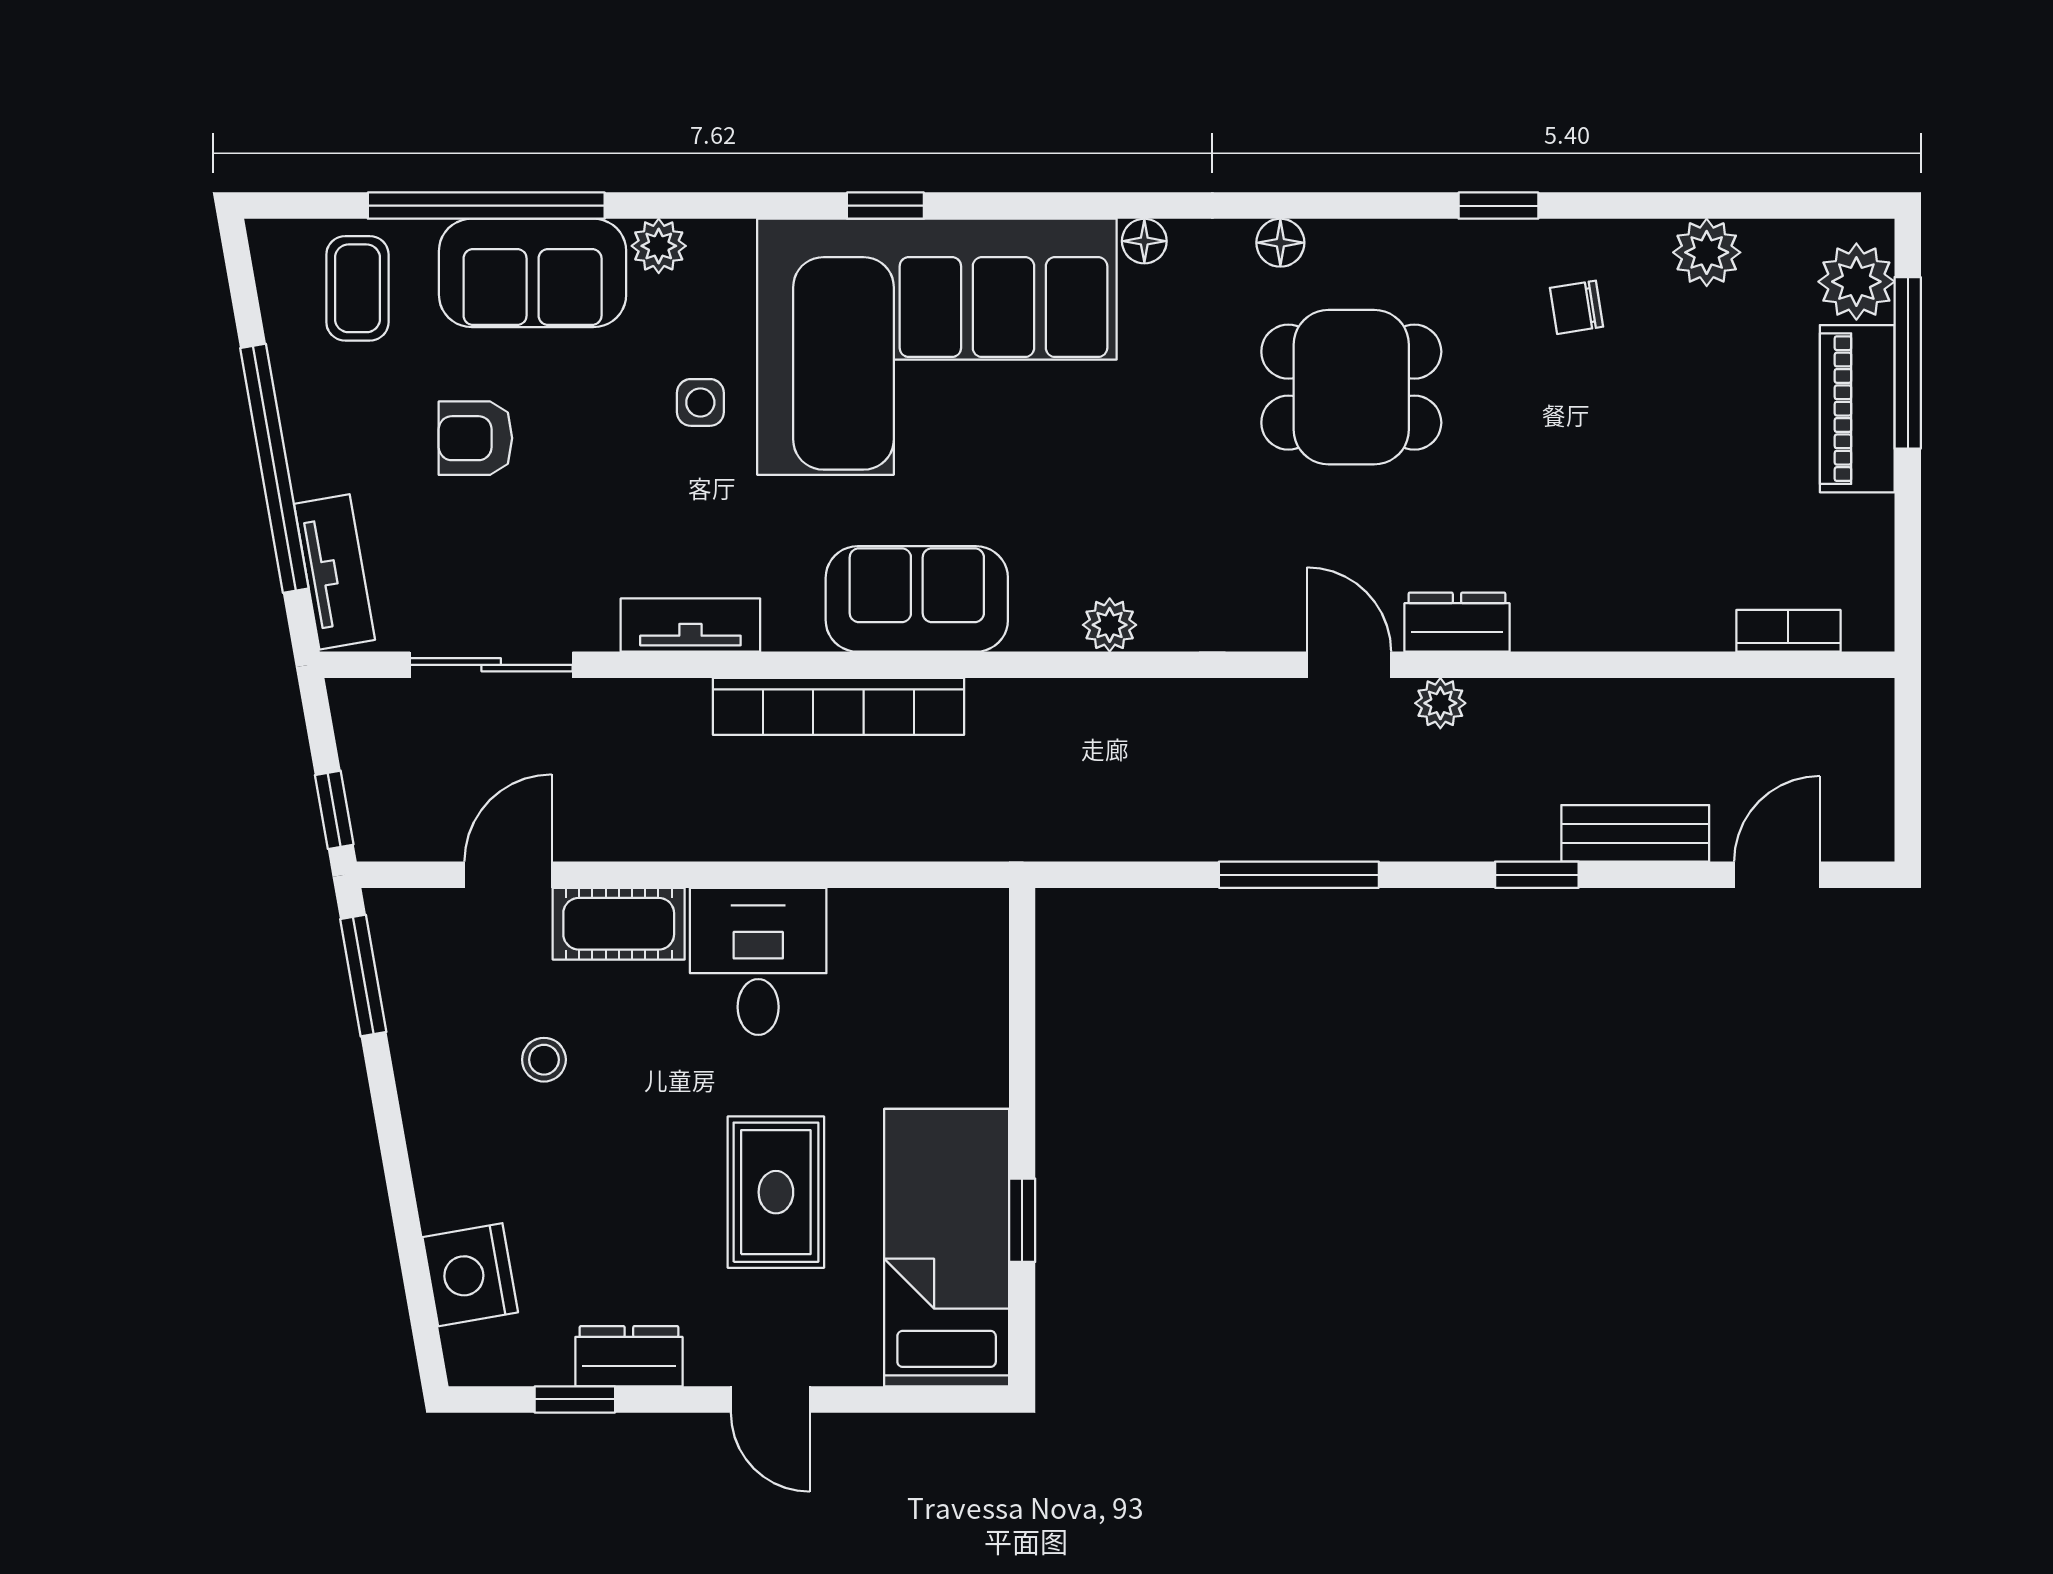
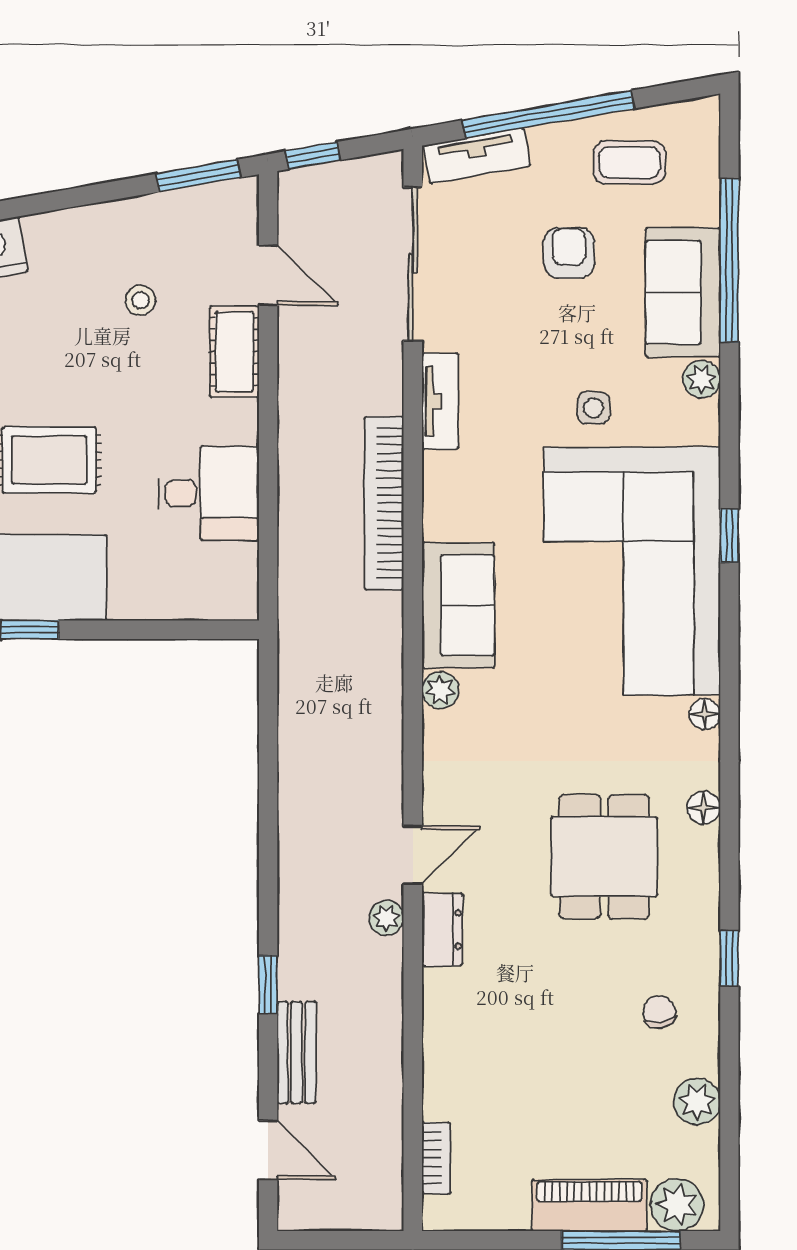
coffee table: (357, 288) -> (629, 162), moved
sofa: (917, 599) -> (458, 605), moved
sliding door: (491, 665) -> (413, 264), width x1.37
window: (1299, 875) -> (268, 821), removed
desk: (758, 961) -> (208, 493), moved

